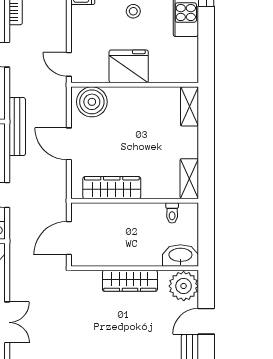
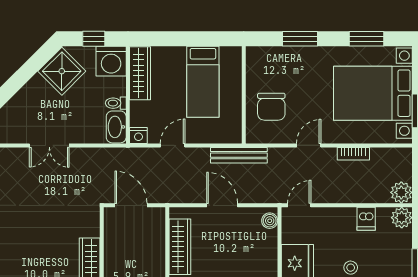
boiler: (92, 102) -> (270, 221), width x0.54, depth x0.54
door: (69, 144) -> (222, 205), hinge flipped

